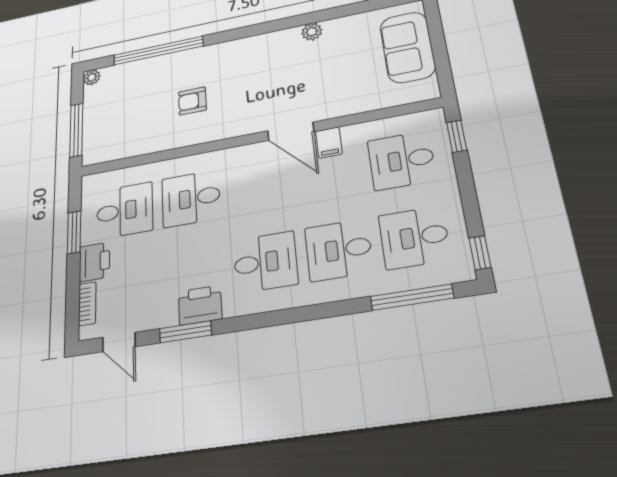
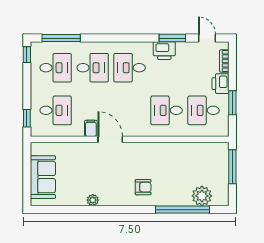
plant: (92, 77) -> (202, 196), moved, width x1.88, depth x1.88
armchair: (192, 101) -> (143, 187), moved
desk: (191, 198) -> (167, 110), turned 180

